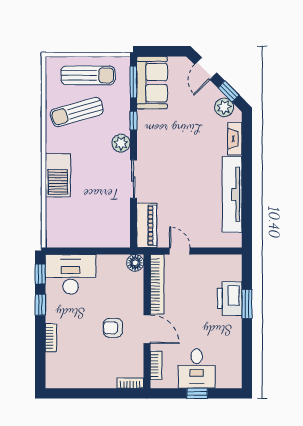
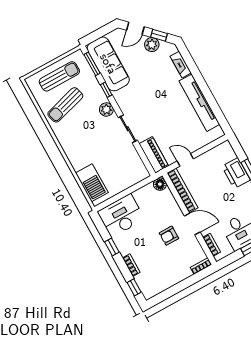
door: (206, 69) -> (135, 28), hinge flipped
sofa: (152, 83) -> (108, 64), width x1.36
plant: (224, 107) -> (152, 45), moved
barbecue: (58, 175) -> (92, 183), moved
window: (40, 274) -> (134, 287), moved

